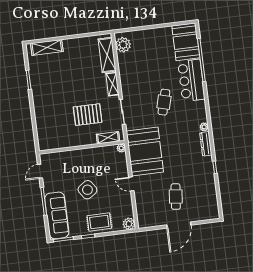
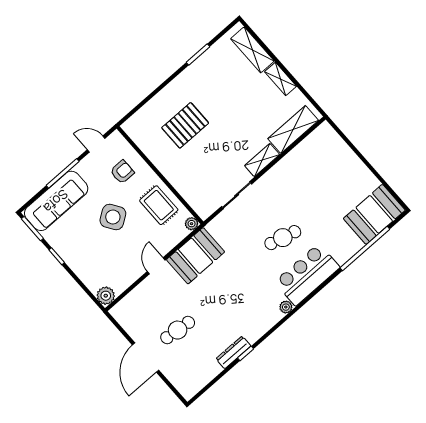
plant: (123, 45) -> (319, 140), removed
bar counter: (191, 80) -> (307, 275), moved
pallet: (88, 115) -> (185, 125), moved, turned 90
shelving: (108, 138) -> (280, 79), moved
dresser: (206, 144) -> (233, 352), moved
booth: (145, 151) -> (196, 256), width x0.73, depth x0.70
armchair: (66, 167) -> (122, 172), added
rug: (99, 222) -> (159, 205), moved
door: (179, 225) -> (146, 357), hinge flipped

